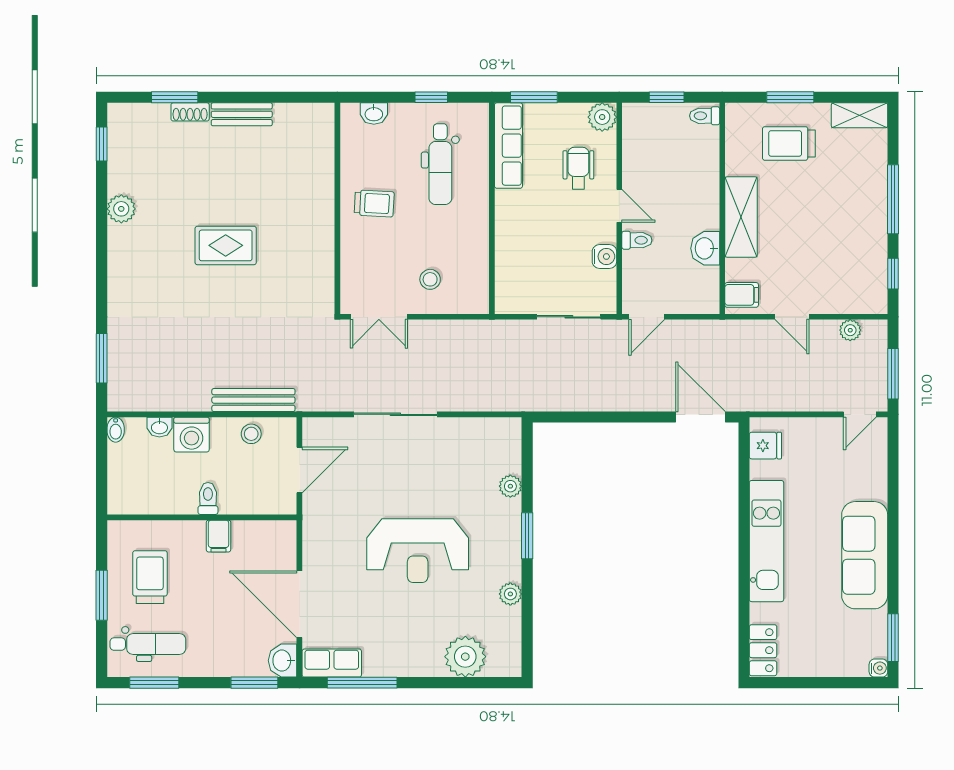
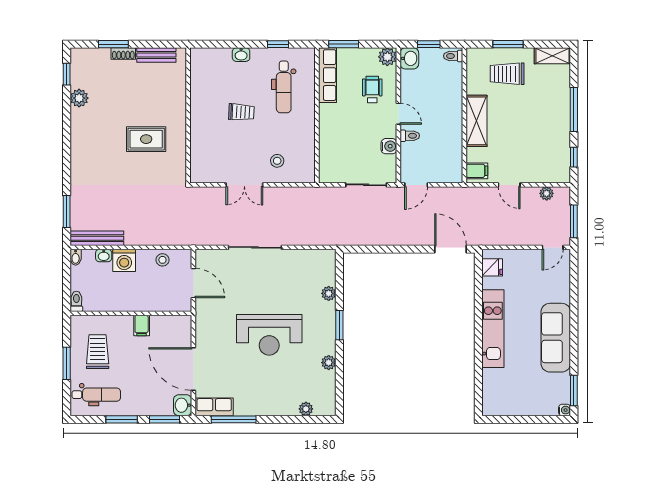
wall: (337, 208) -> (188, 115), moved
plant: (121, 209) -> (79, 98), moved
washbasin: (705, 248) -> (409, 58), moved, turned 180
bench: (253, 400) -> (97, 238), moved
door: (299, 470) -> (193, 283), hinge flipped
toilet: (208, 499) -> (76, 301), moved
locker: (763, 650) -> (491, 399), removed
plant: (465, 657) -> (306, 409), width x0.53, depth x0.53
window: (154, 683) -> (122, 419), moved

